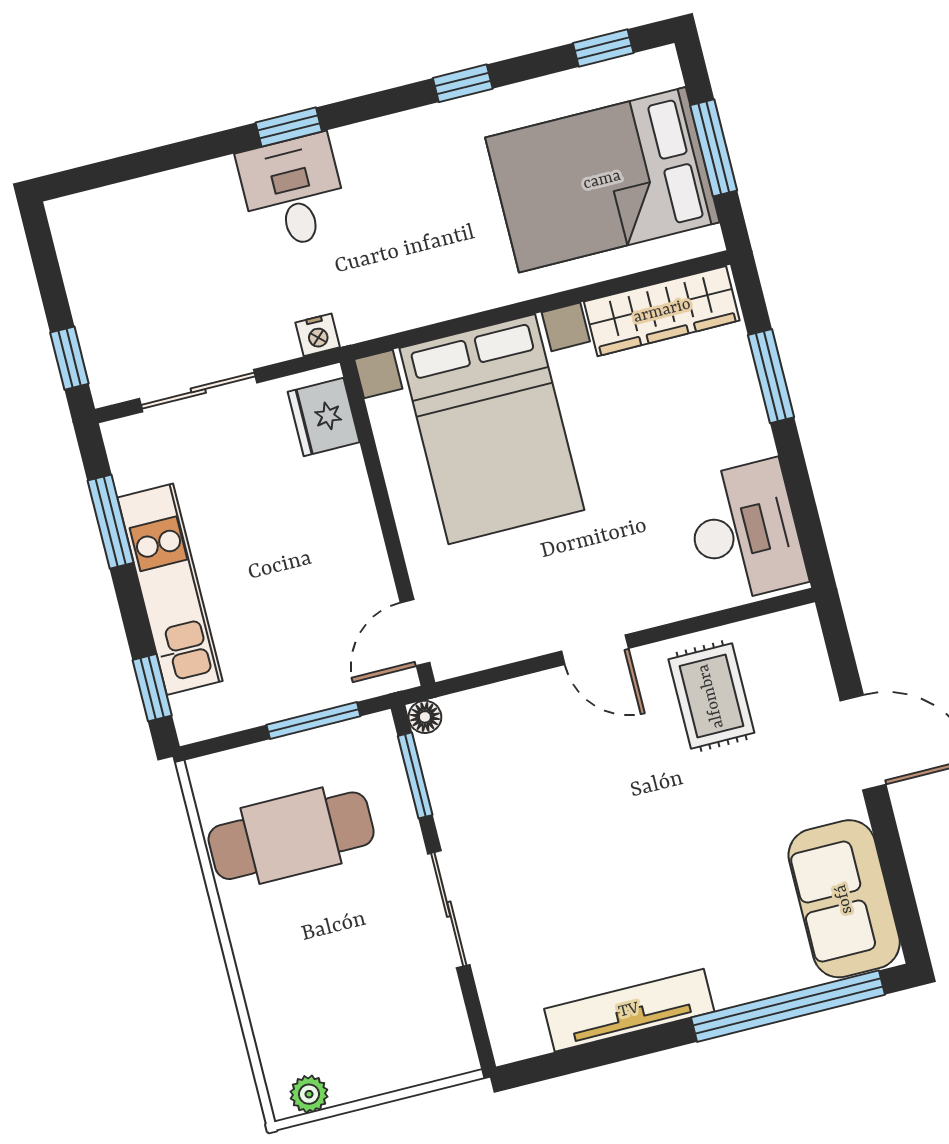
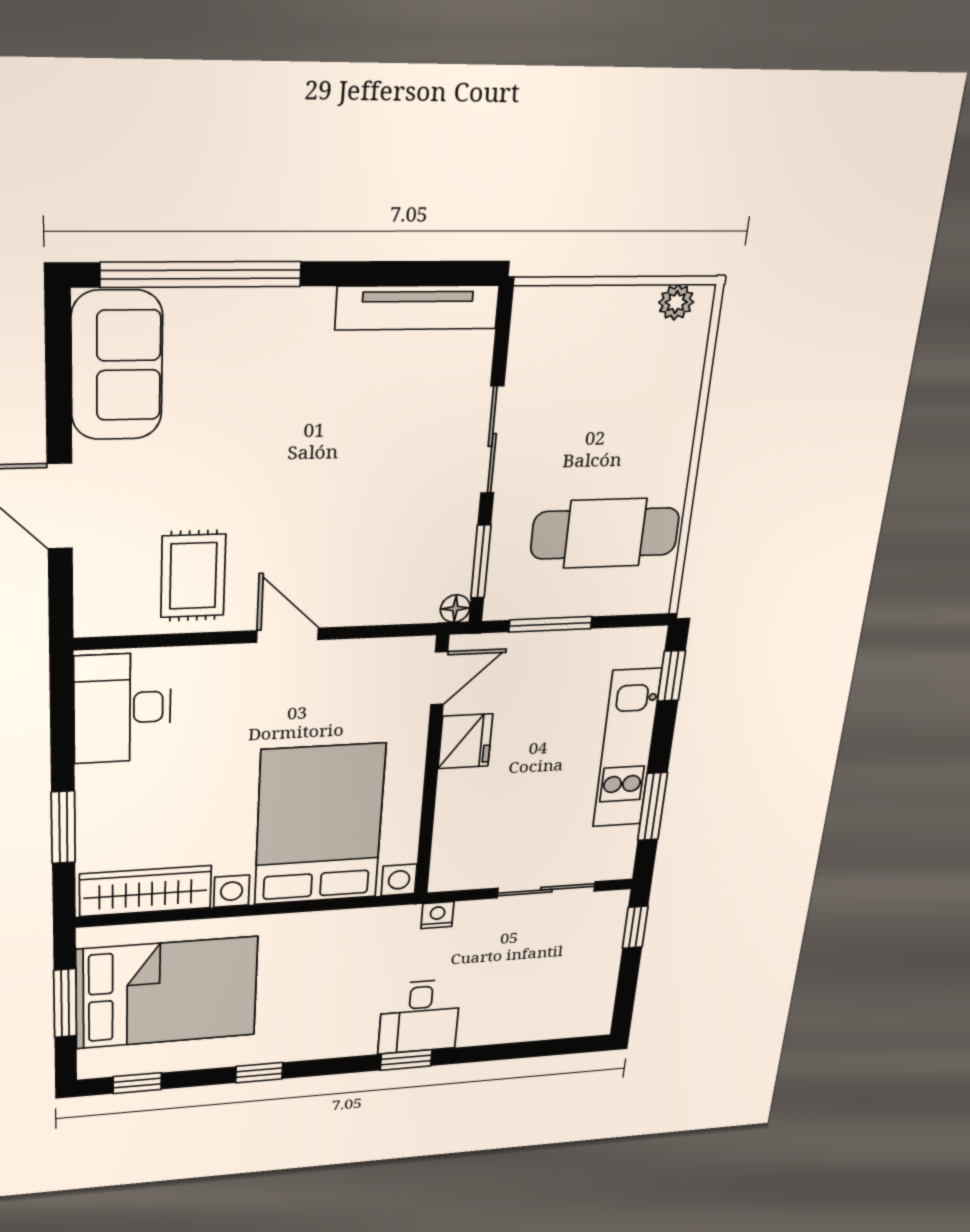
fridge: (324, 417) -> (465, 741), moved
tv unit: (629, 1010) -> (417, 308), moved

